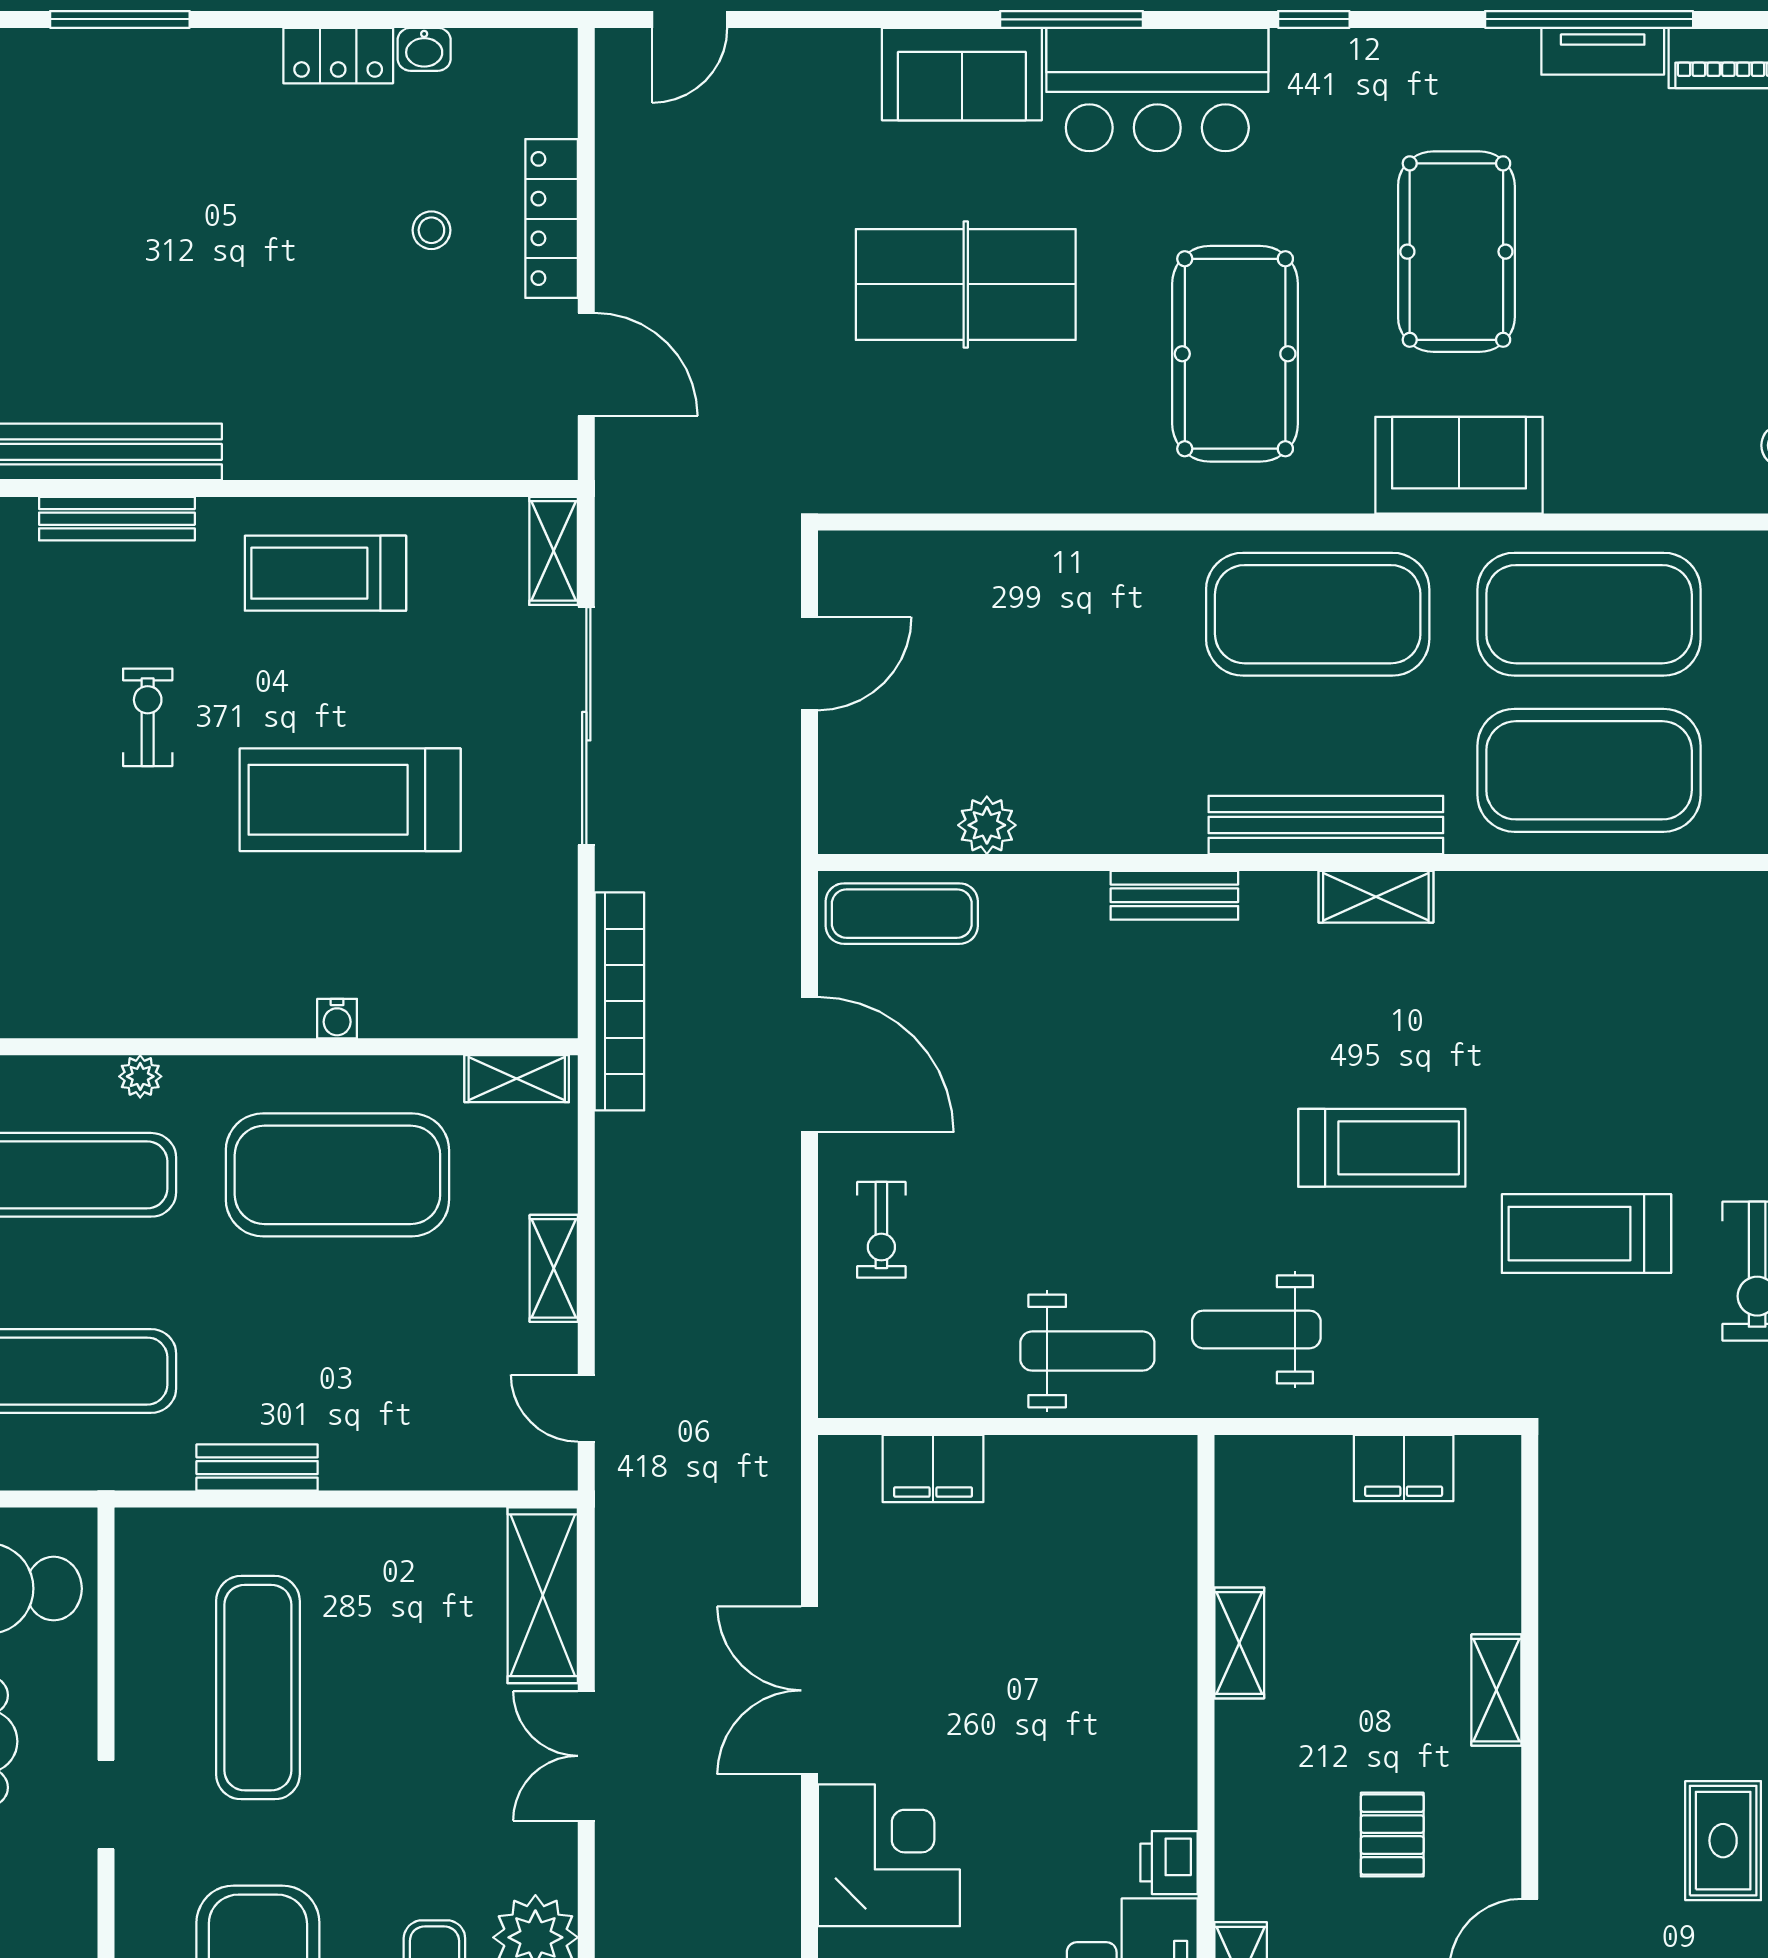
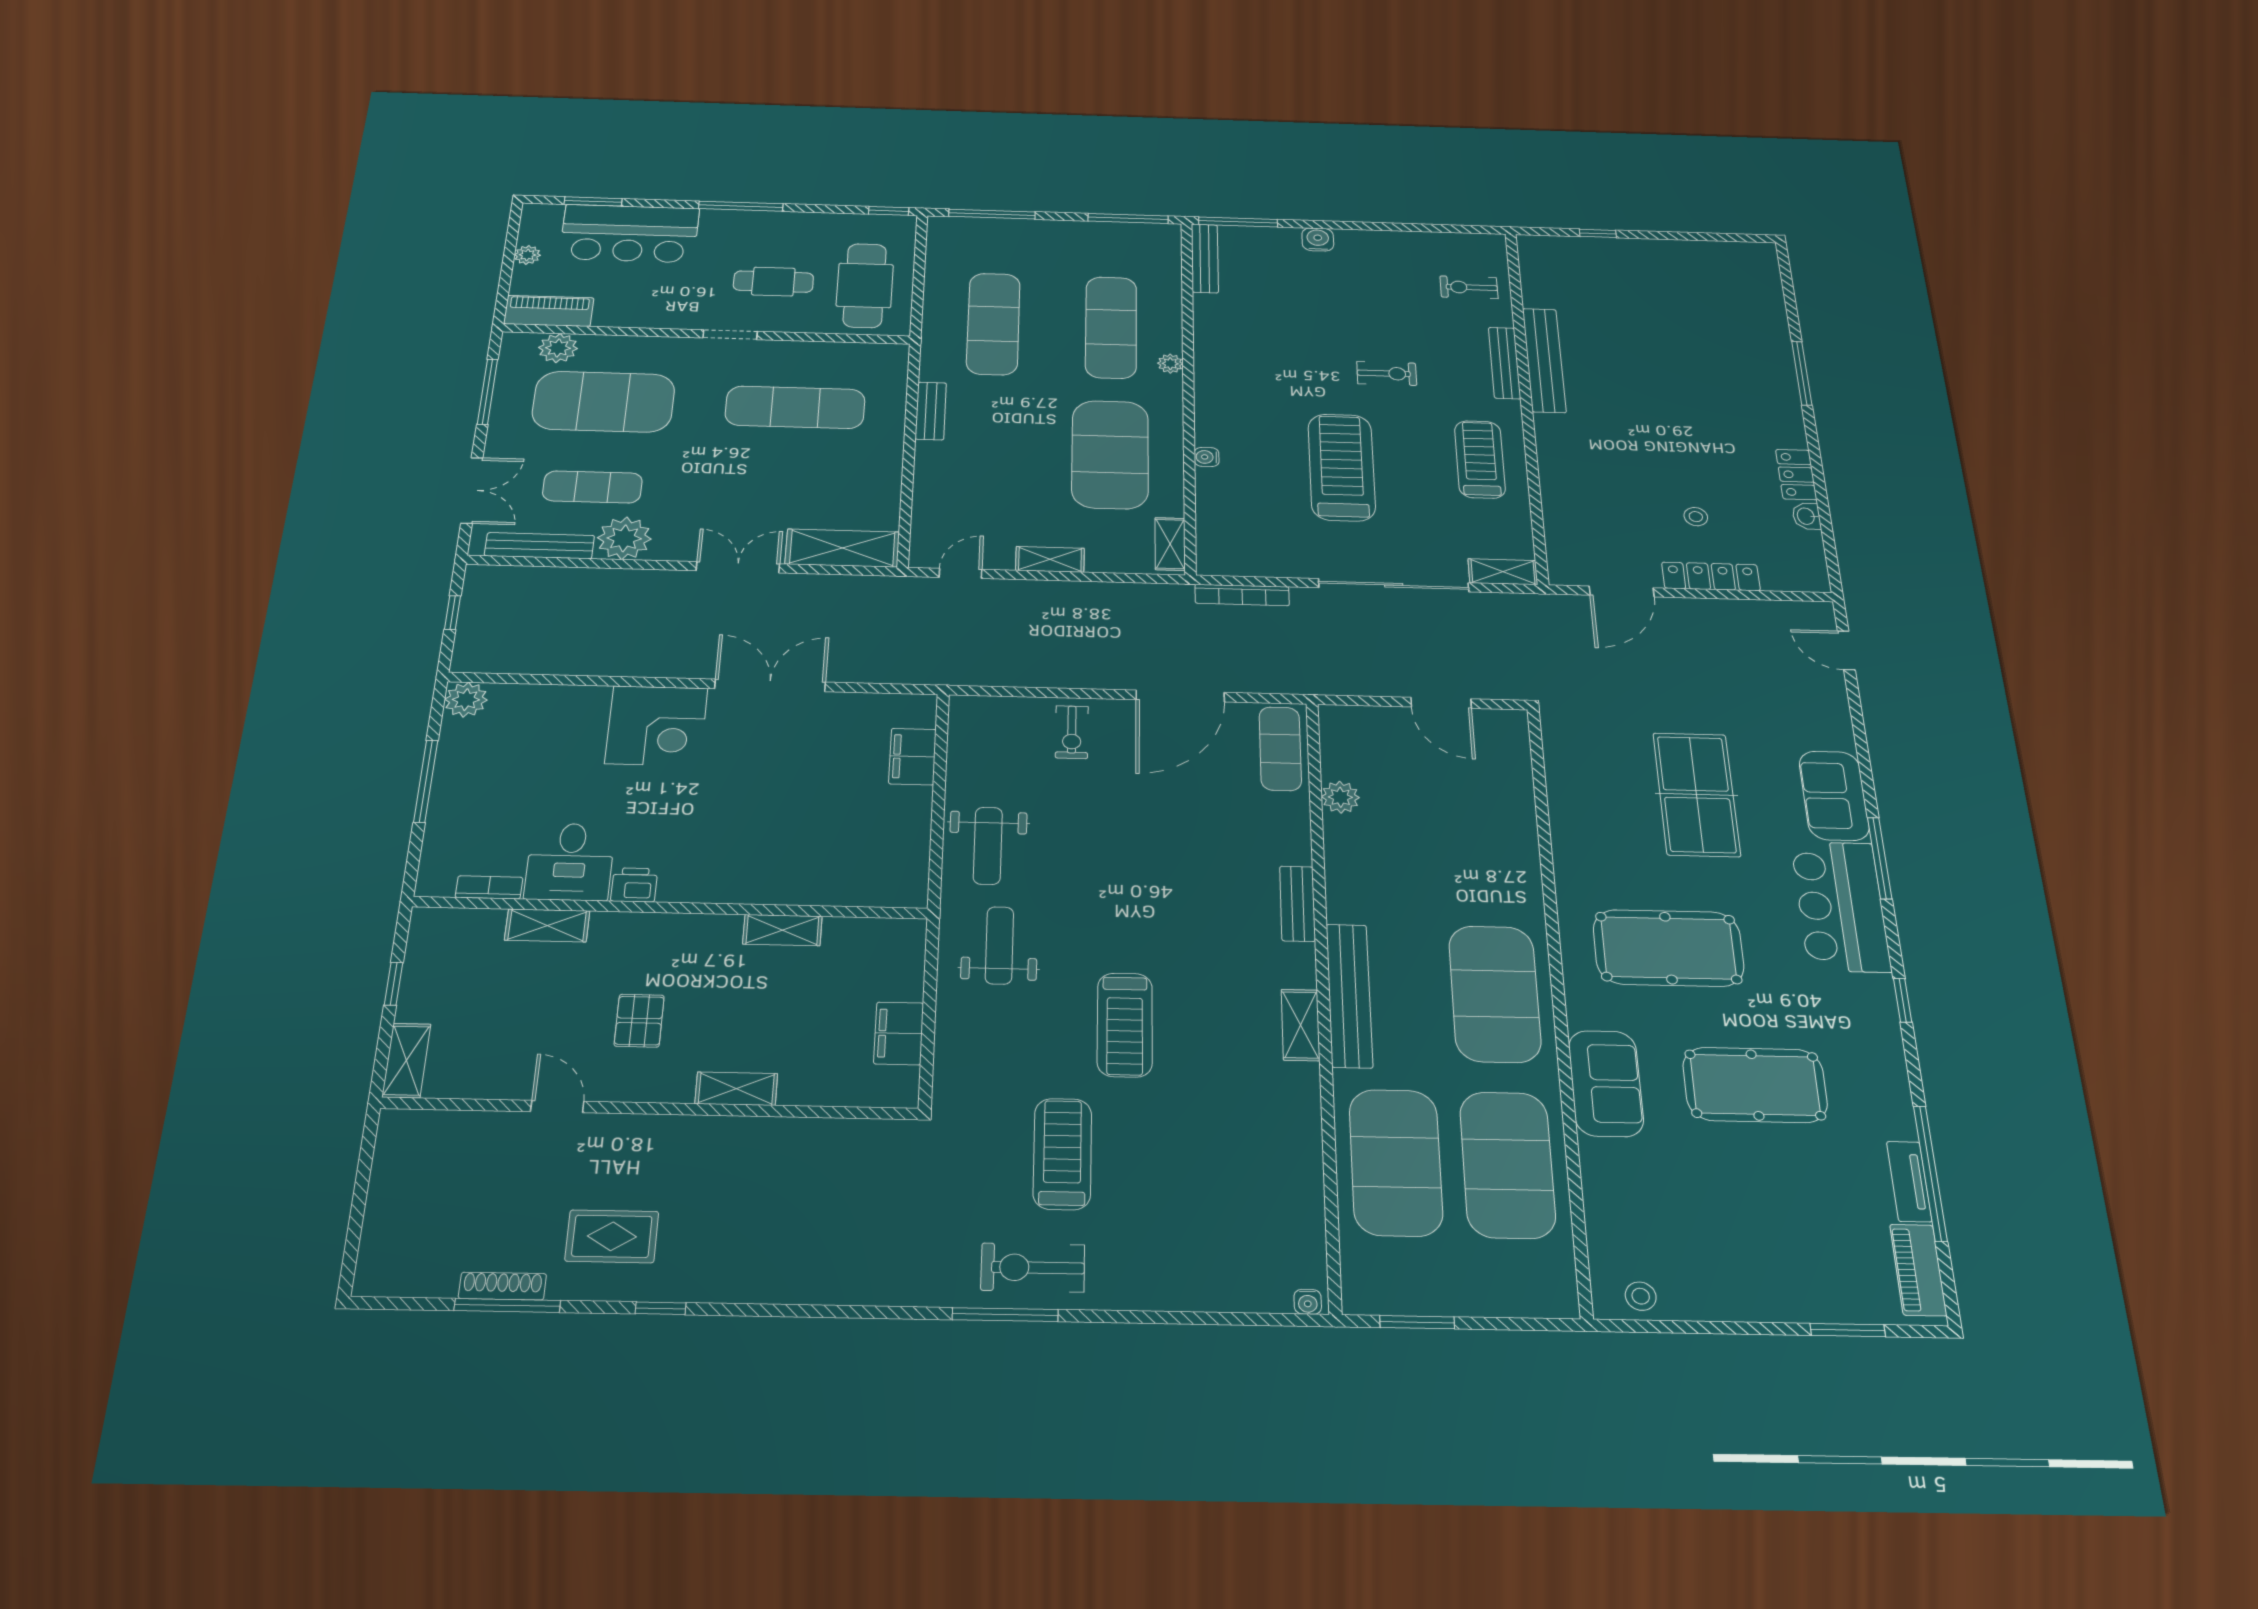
bookcase: (619, 1001) -> (1242, 595), width x0.68, depth x0.76
exercise bike: (881, 1230) -> (1072, 732), turned -90
pallet: (1392, 1835) -> (639, 1021), turned 90

